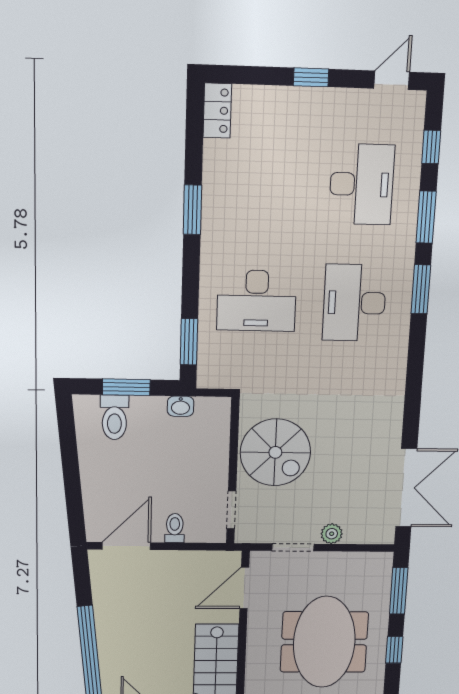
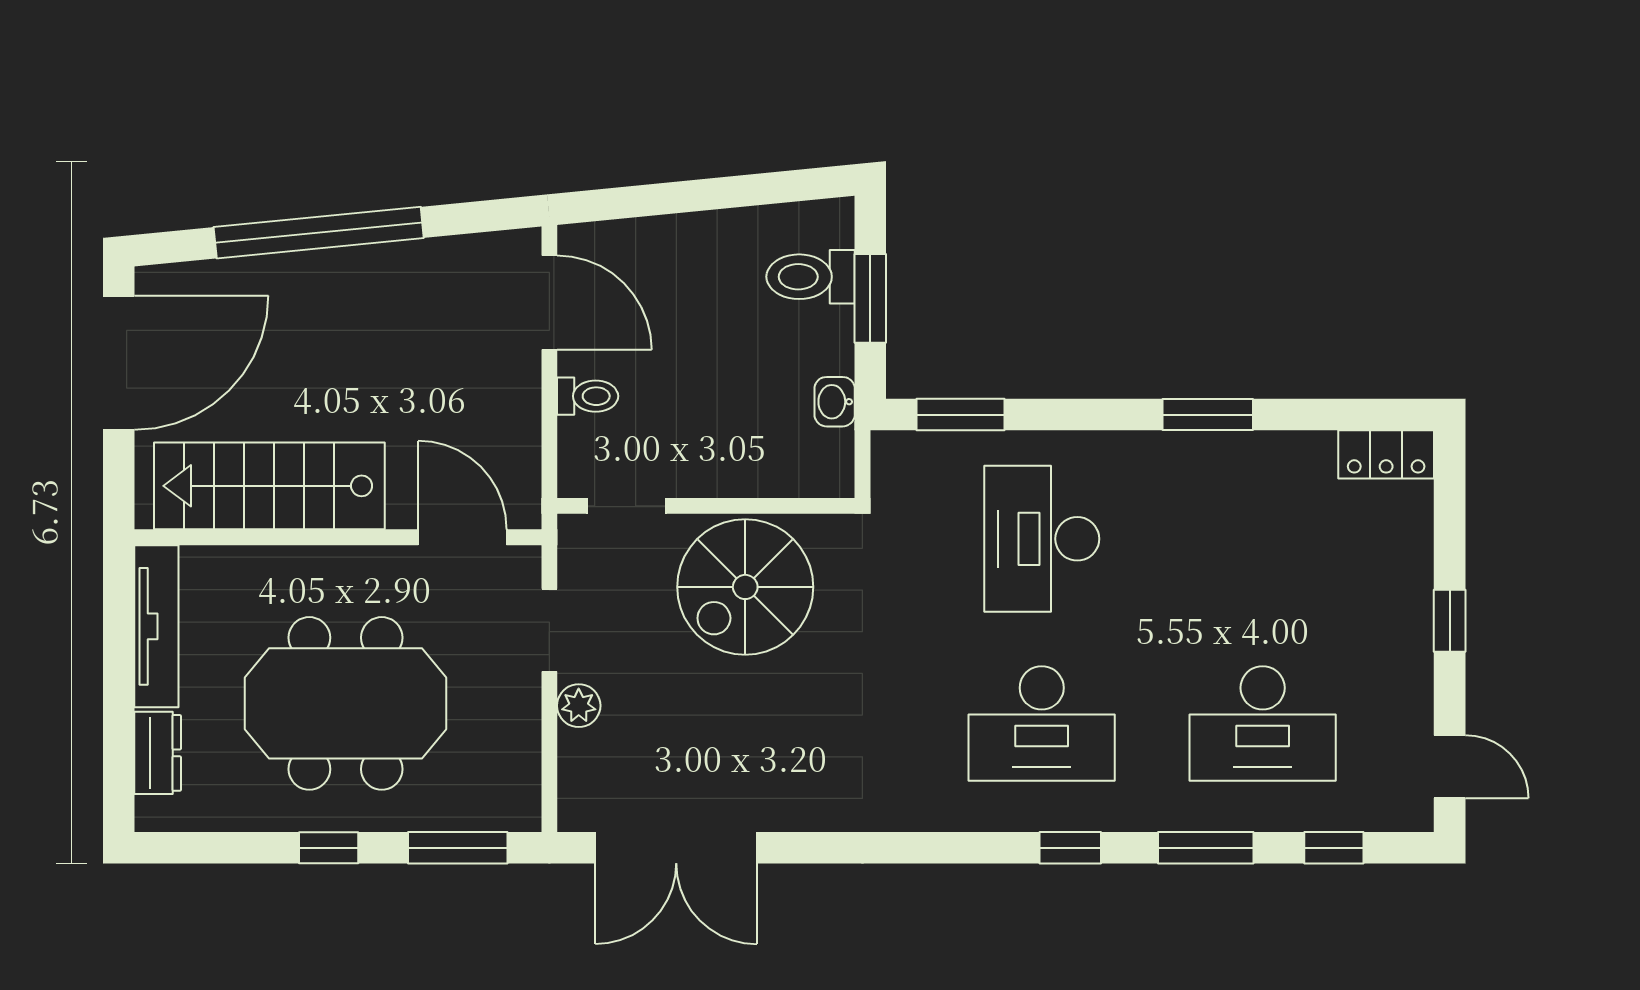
window: (421, 289) -> (1070, 848), width x0.67
desk: (354, 303) -> (1042, 723), turned 180

